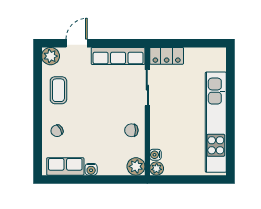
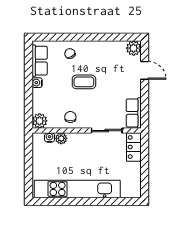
row of seats: (118, 56) -> (134, 113), width x0.68
coffee table: (58, 90) -> (84, 82), moved
plant: (157, 168) -> (61, 138), moved

